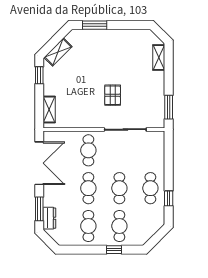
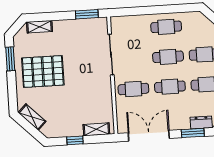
window: (95, 25) -> (10, 59), moved
shelving: (58, 52) -> (32, 117), moved
window: (39, 75) -> (75, 140), moved
pallet: (113, 95) -> (43, 71), moved, width x2.05, depth x2.00
window: (169, 198) -> (175, 9), removed

